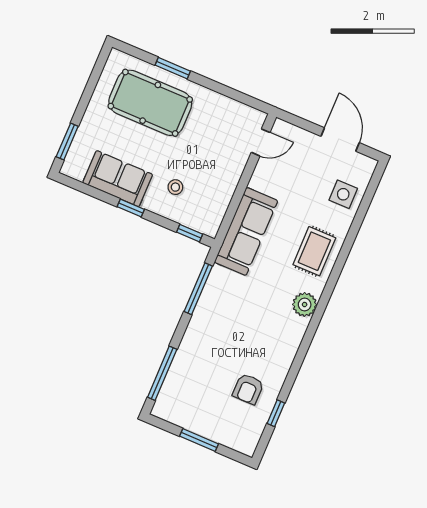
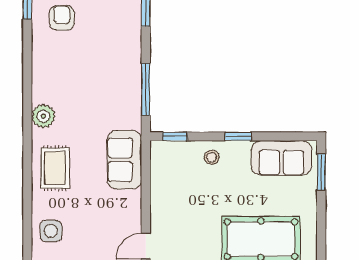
sofa: (118, 179) -> (281, 158), moved
stool: (175, 187) -> (212, 157), moved
sofa: (246, 231) -> (125, 160), width x0.73

